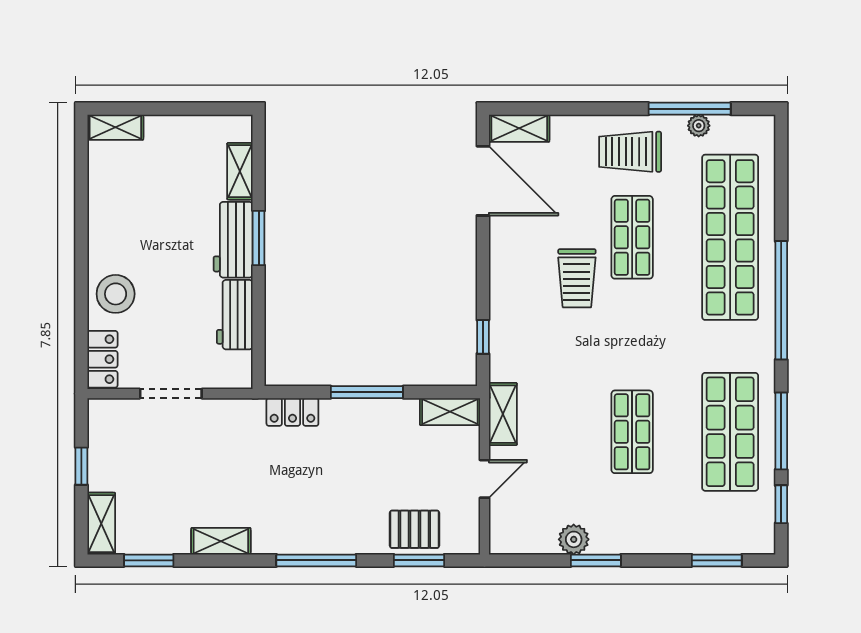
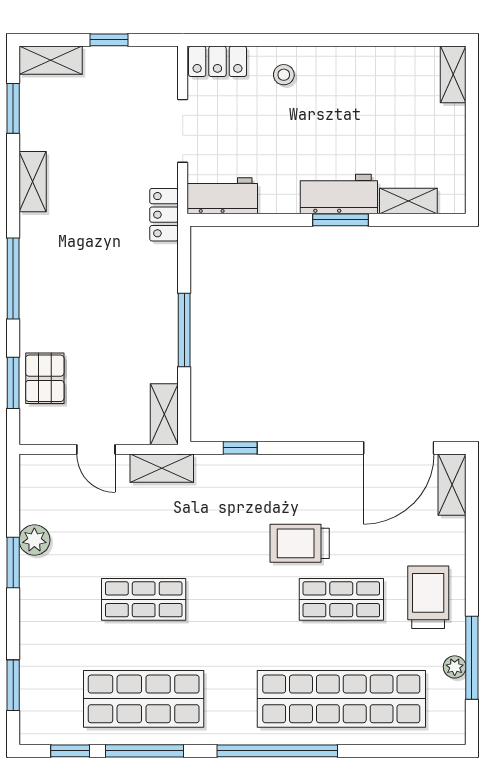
stool: (116, 294) -> (284, 75), width x0.53, depth x0.53
workbench: (235, 315) -> (222, 196), moved
locker: (292, 412) -> (164, 215), moved

